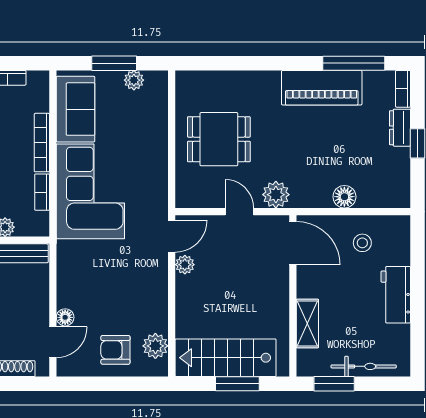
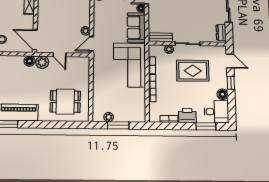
sofa: (76, 109) -> (136, 28), moved
dining table: (219, 139) -> (65, 102), moved
floor lamp: (344, 197) -> (30, 61), moved

